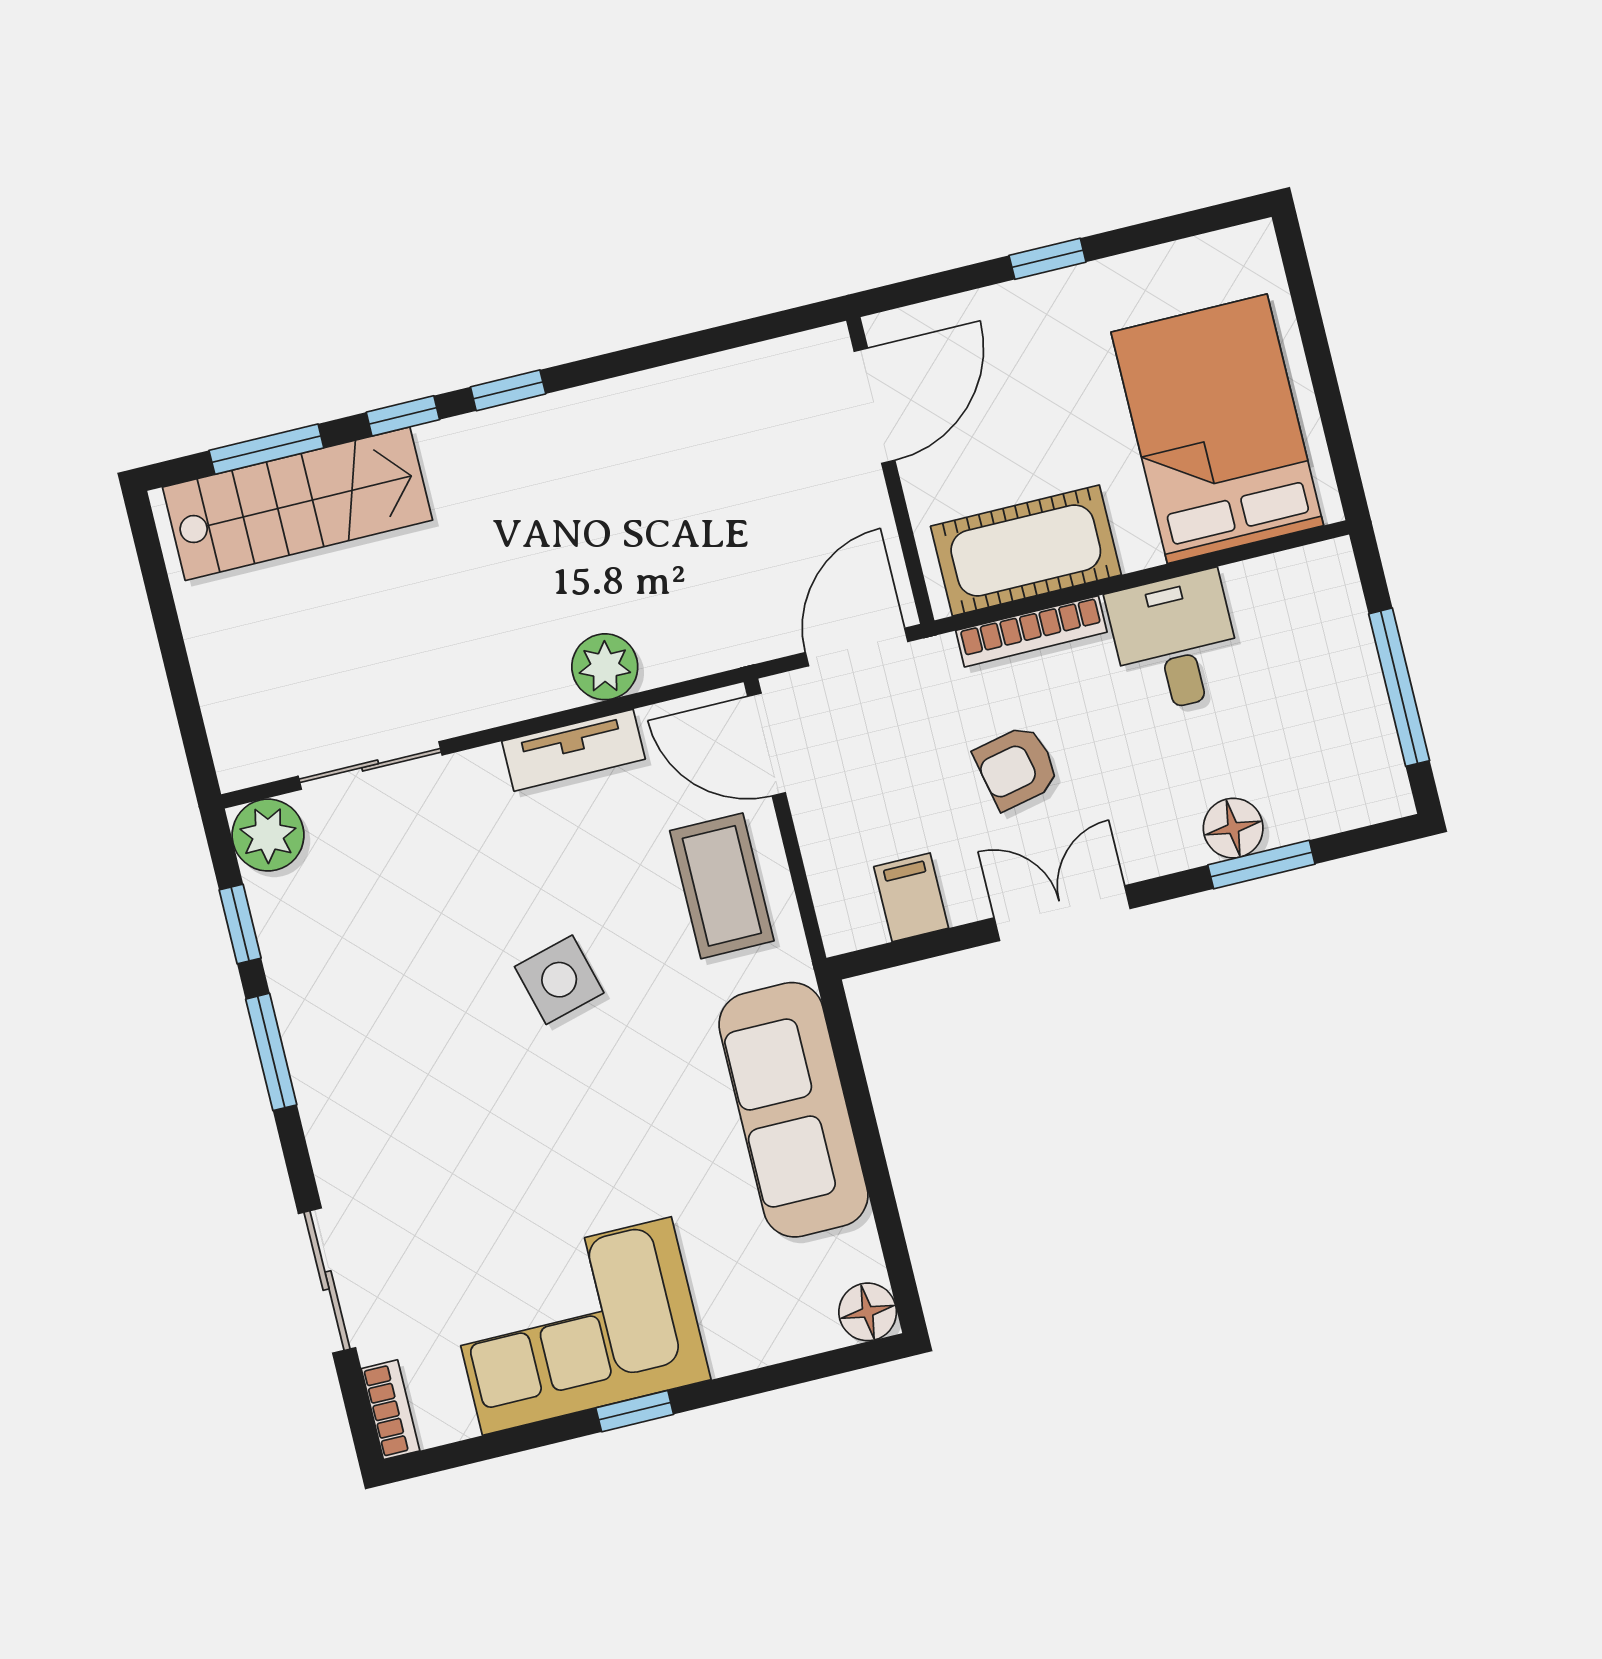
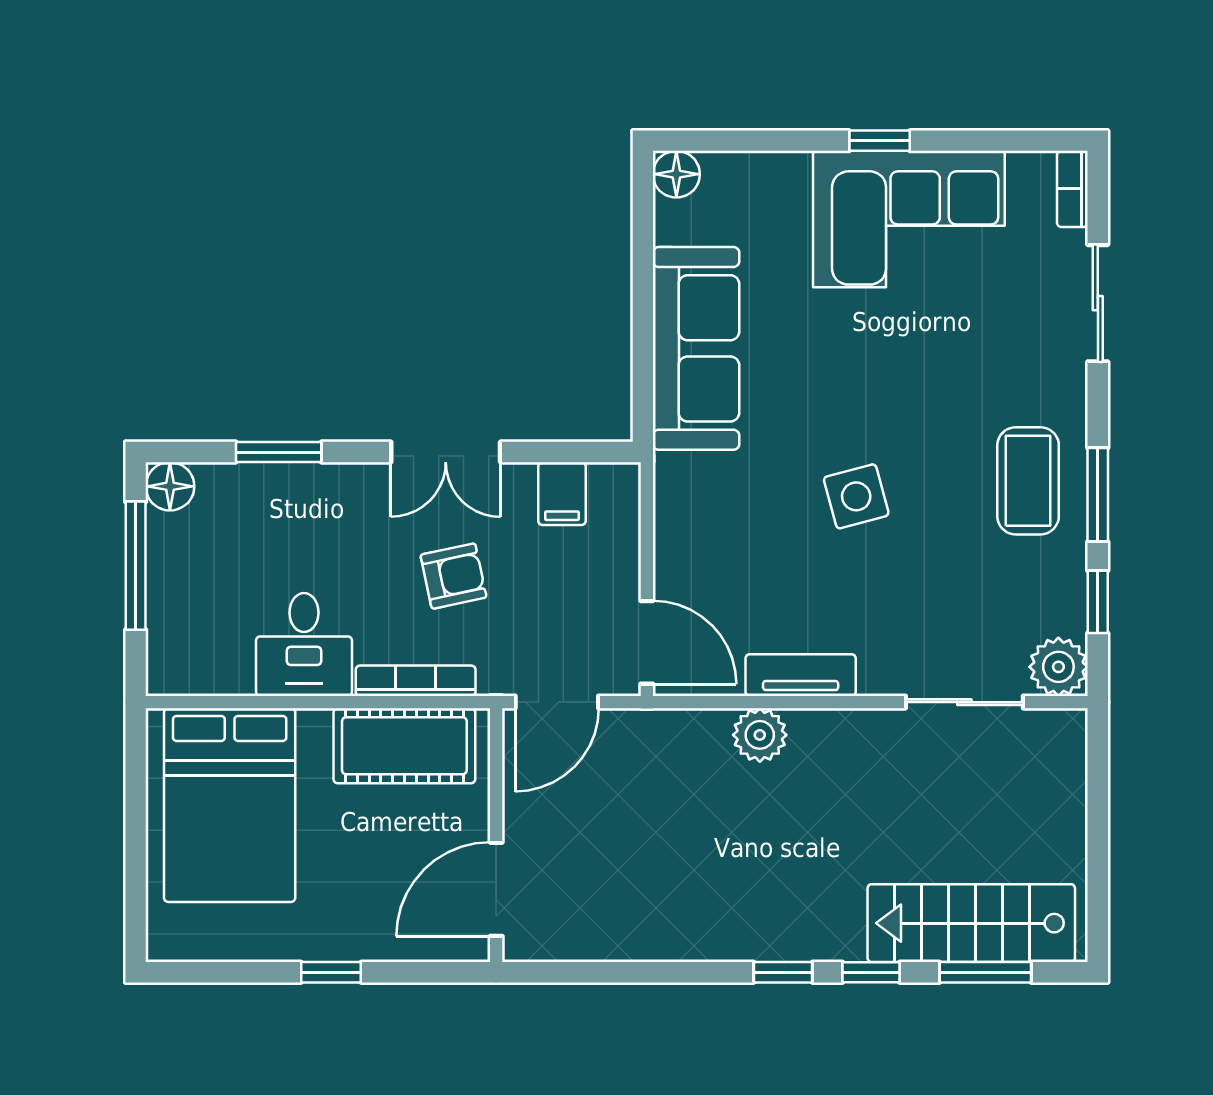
floor lamp: (1233, 828) -> (170, 486), moved
coffee table: (722, 886) -> (1028, 481), moved

